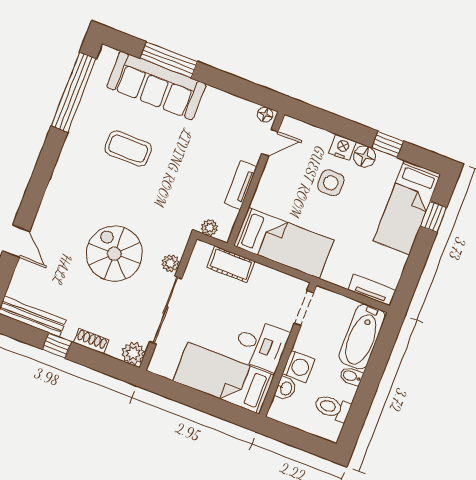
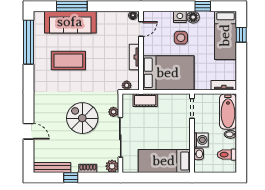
coffee table: (128, 149) -> (68, 61), width x1.36, depth x1.32
bed: (284, 243) -> (168, 73), width x1.50
desk: (261, 345) -> (177, 136), removed

